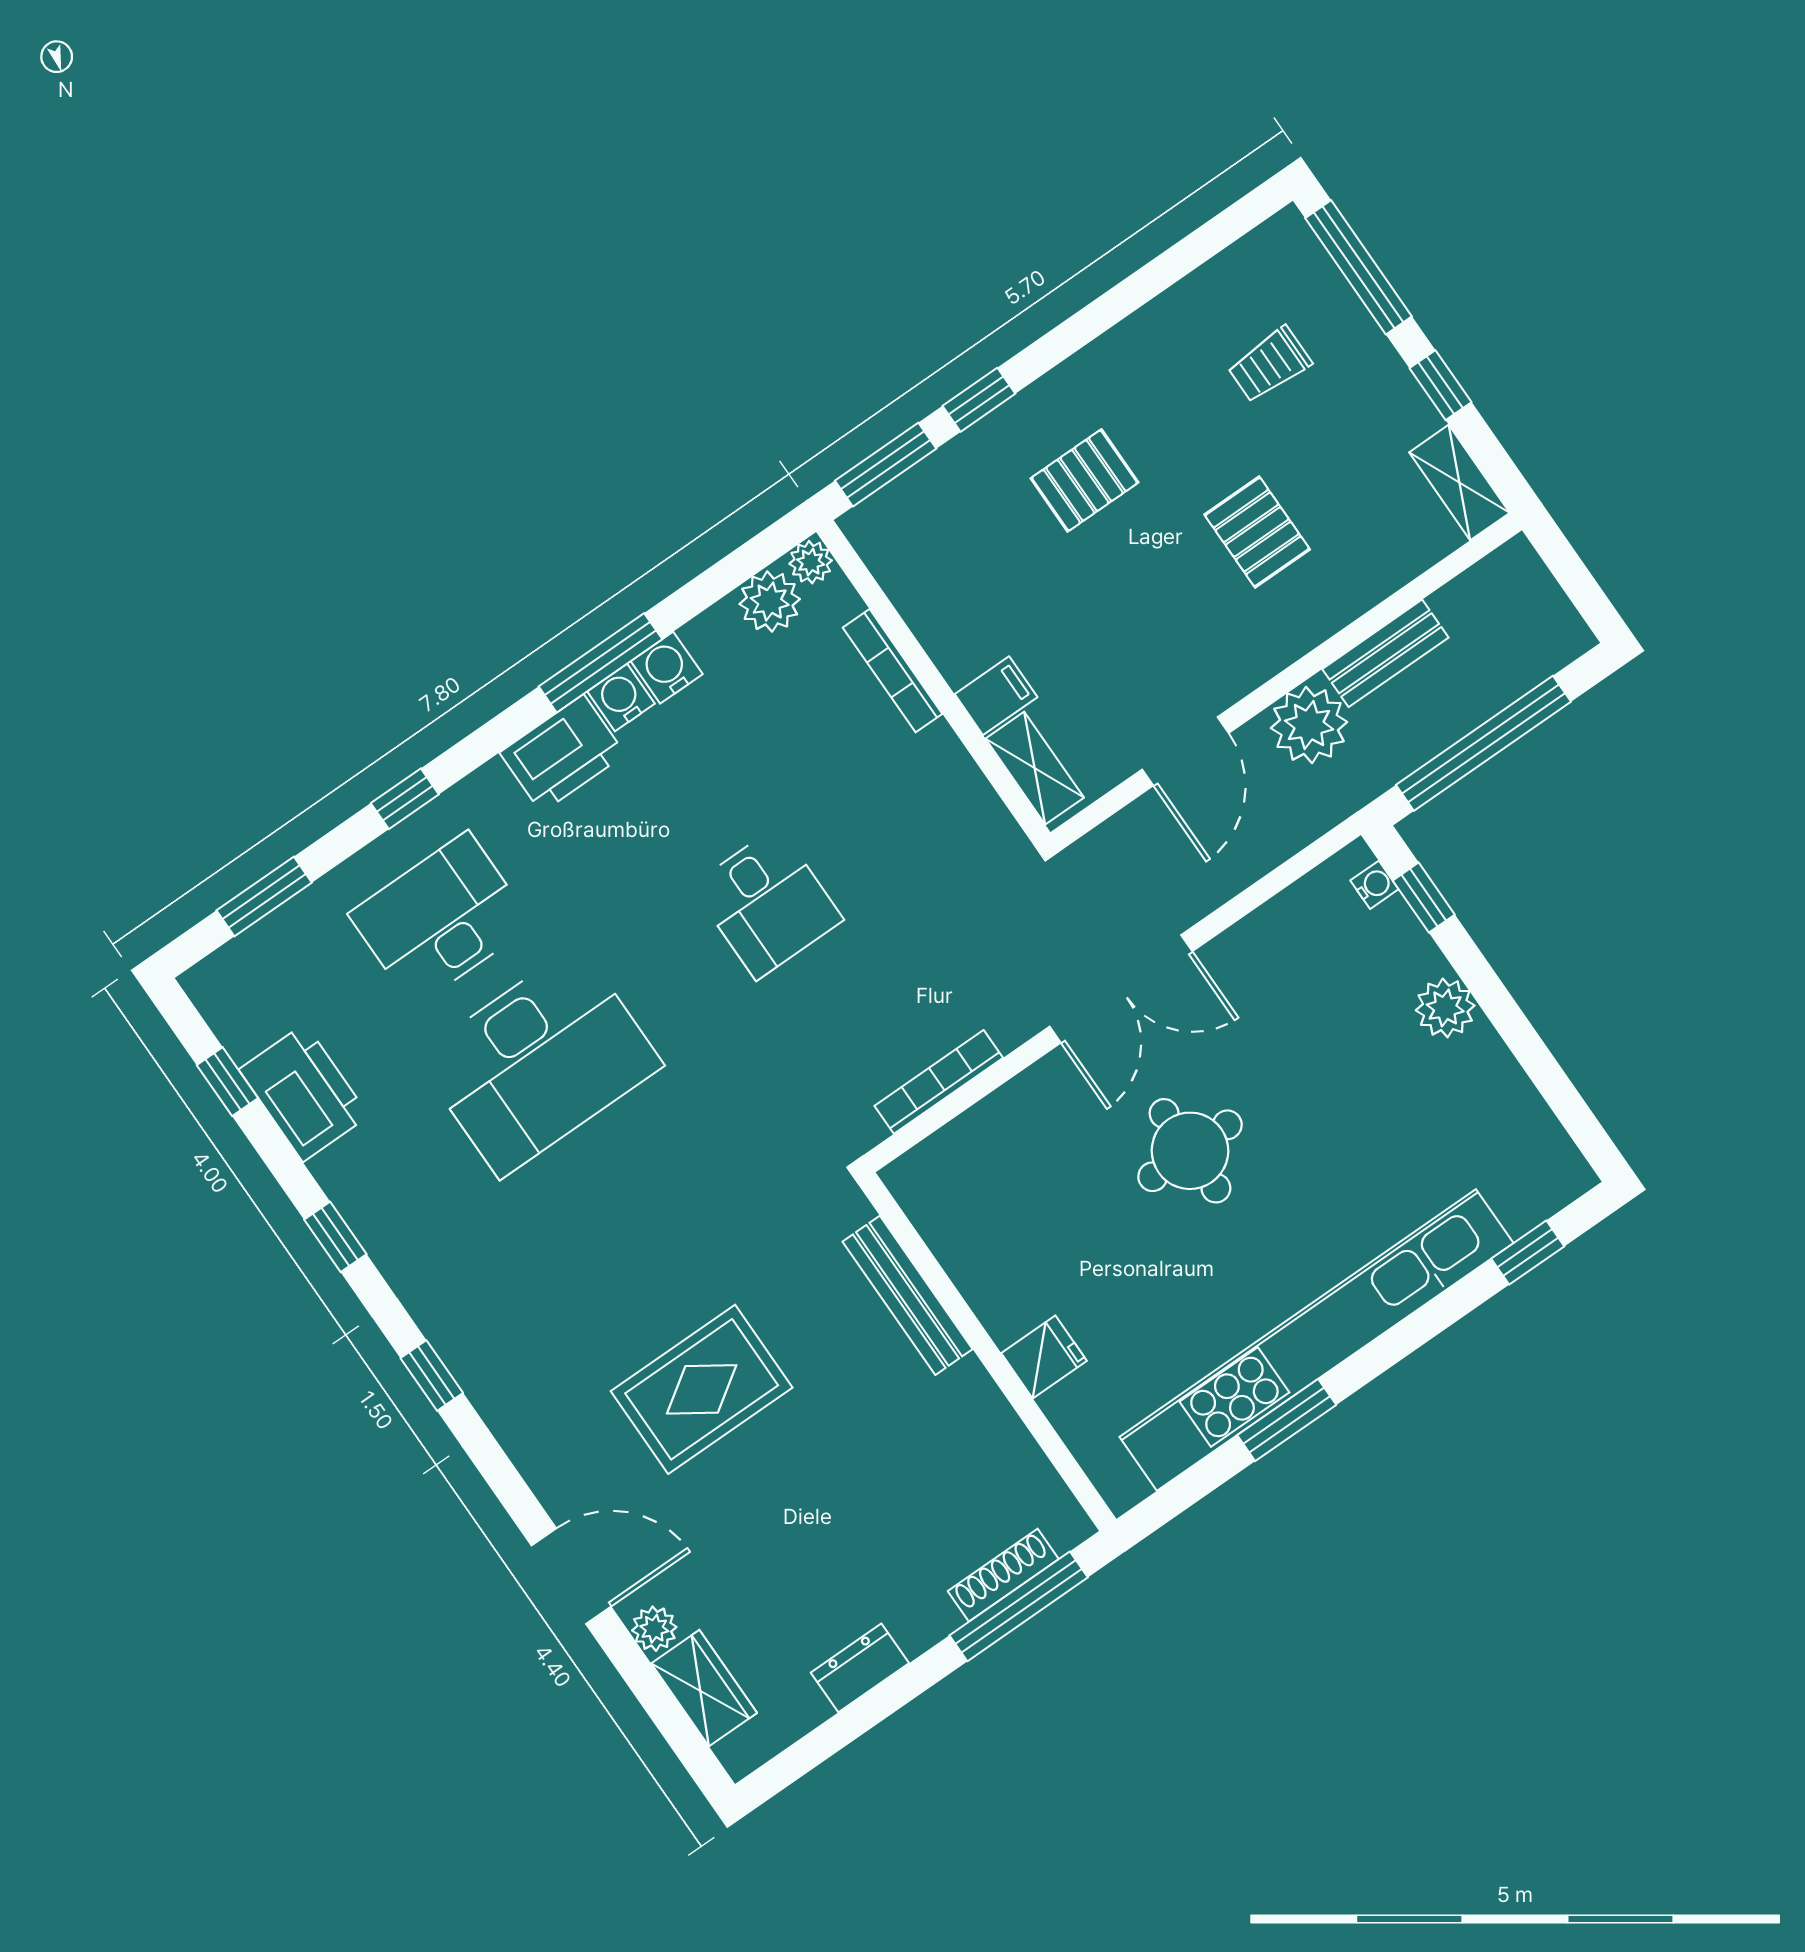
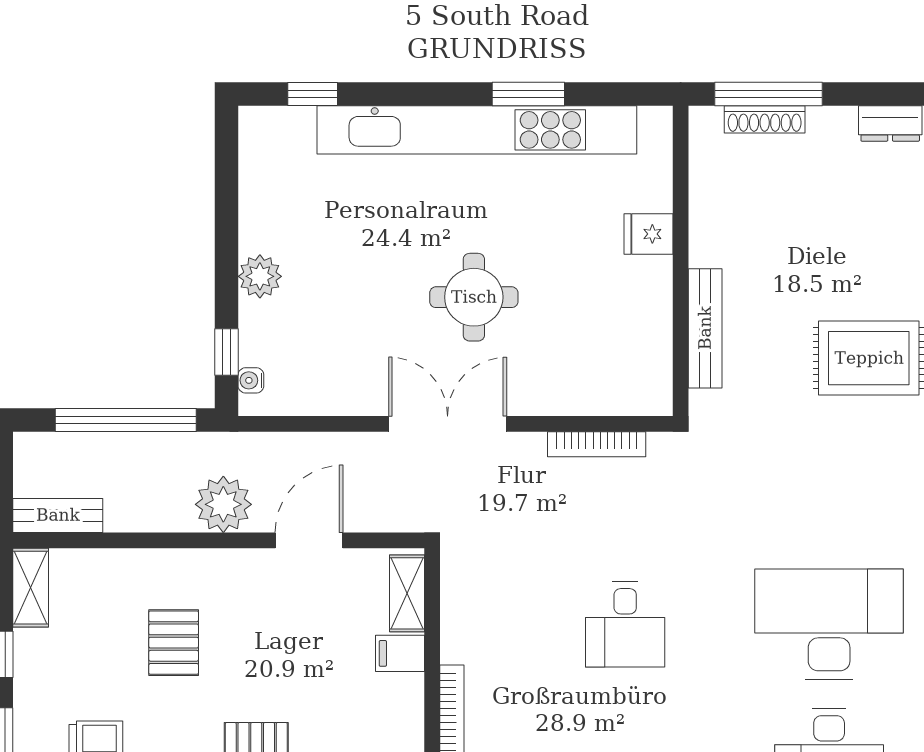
bench: (1385, 653) -> (58, 515), moved
desk: (767, 903) -> (625, 624), turned 180

